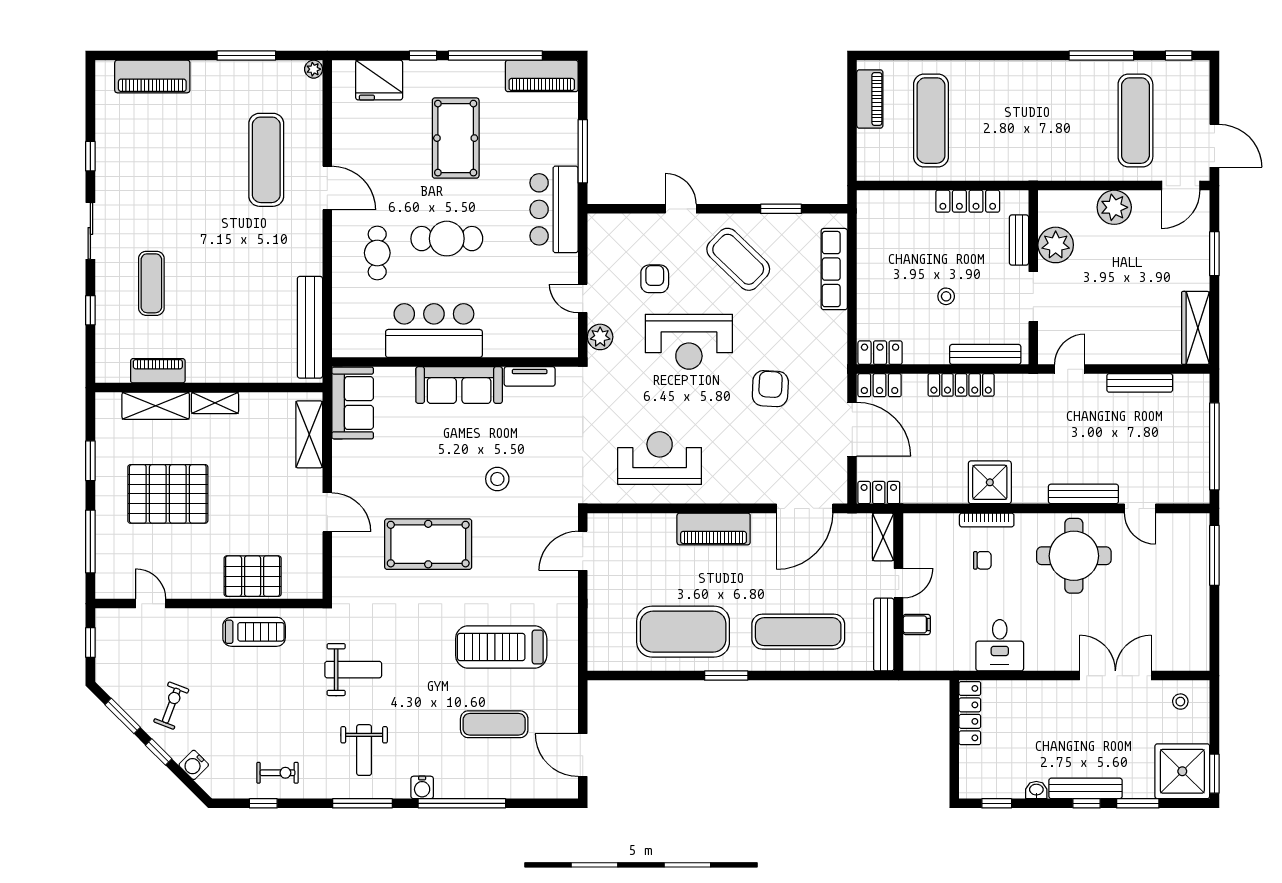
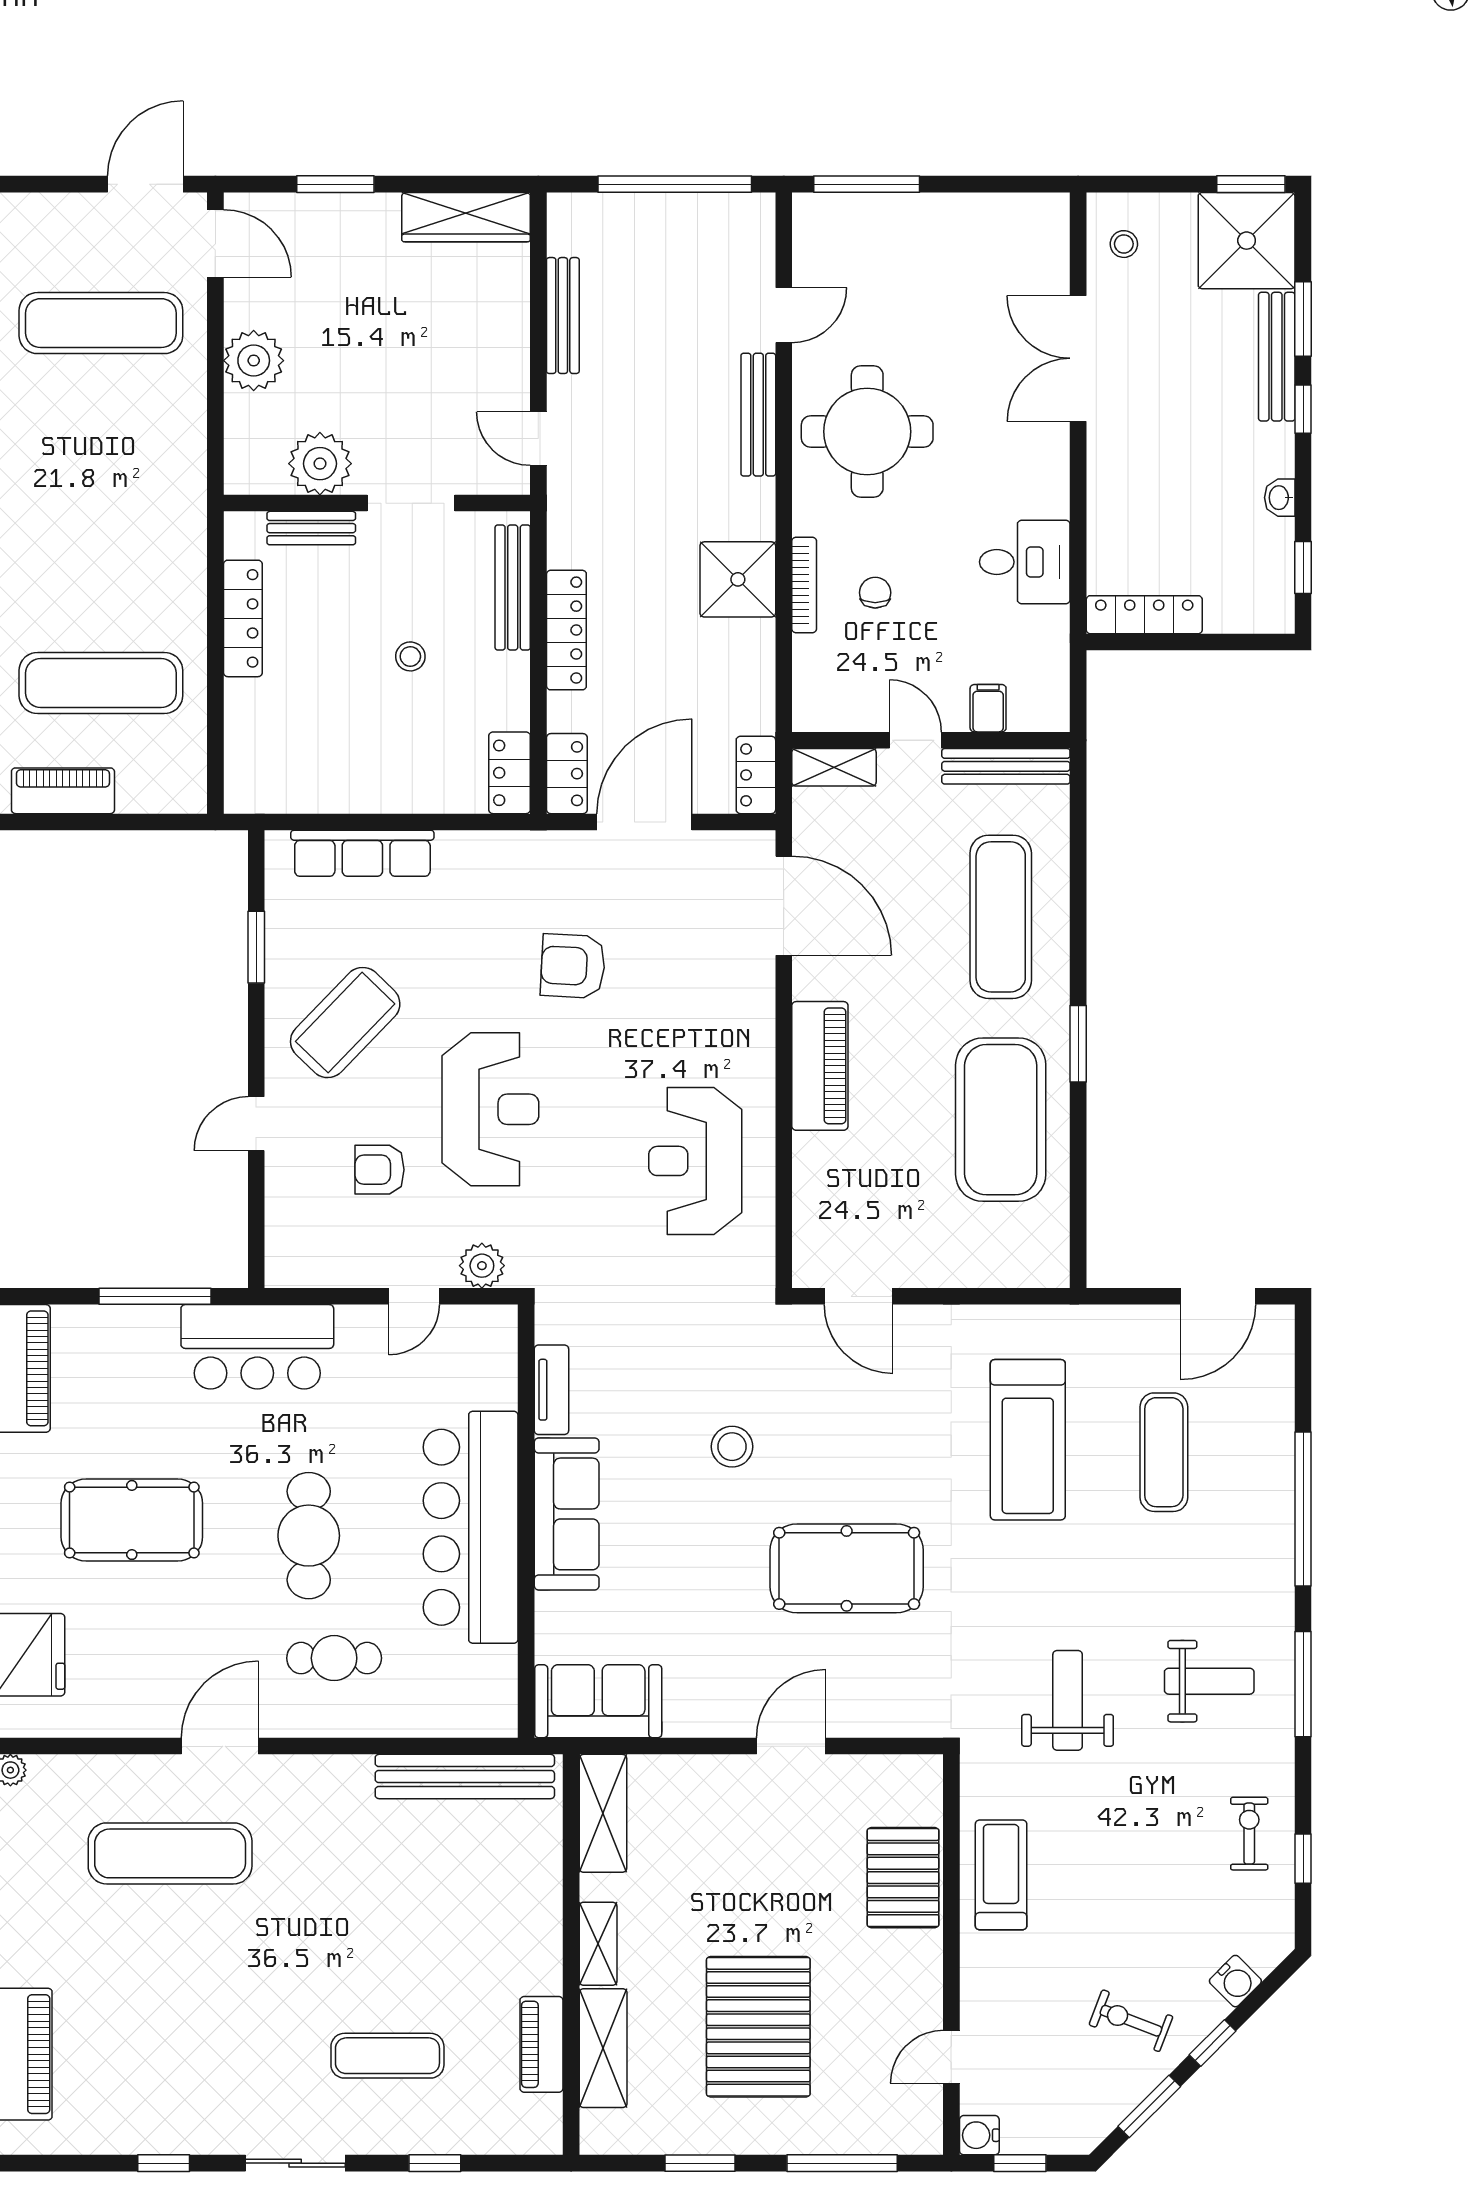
bar counter: (434, 331) -> (471, 1527), width x1.36
shelving: (309, 434) -> (603, 1813), moved, turned 90
pool table: (428, 544) -> (847, 1568), turned 90
water cooler: (422, 787) -> (979, 2135), moved, turned 180
bench: (1085, 788) -> (1277, 357), moved

